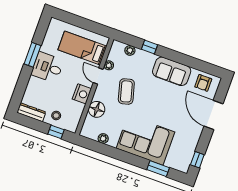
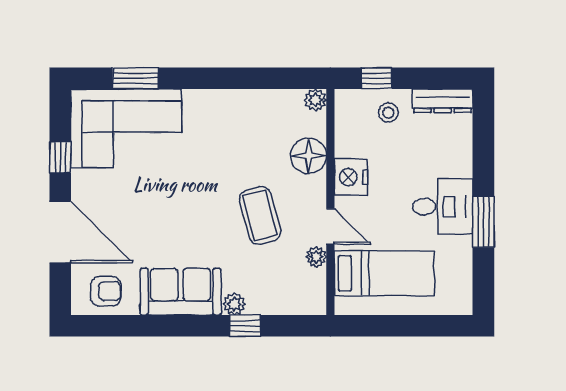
plant: (130, 50) -> (234, 304), moved
armchair: (203, 83) -> (106, 291), turned 90
plant: (103, 138) -> (315, 100), moved
corner sofa: (145, 140) -> (126, 128), moved
window: (197, 160) -> (60, 157), moved

